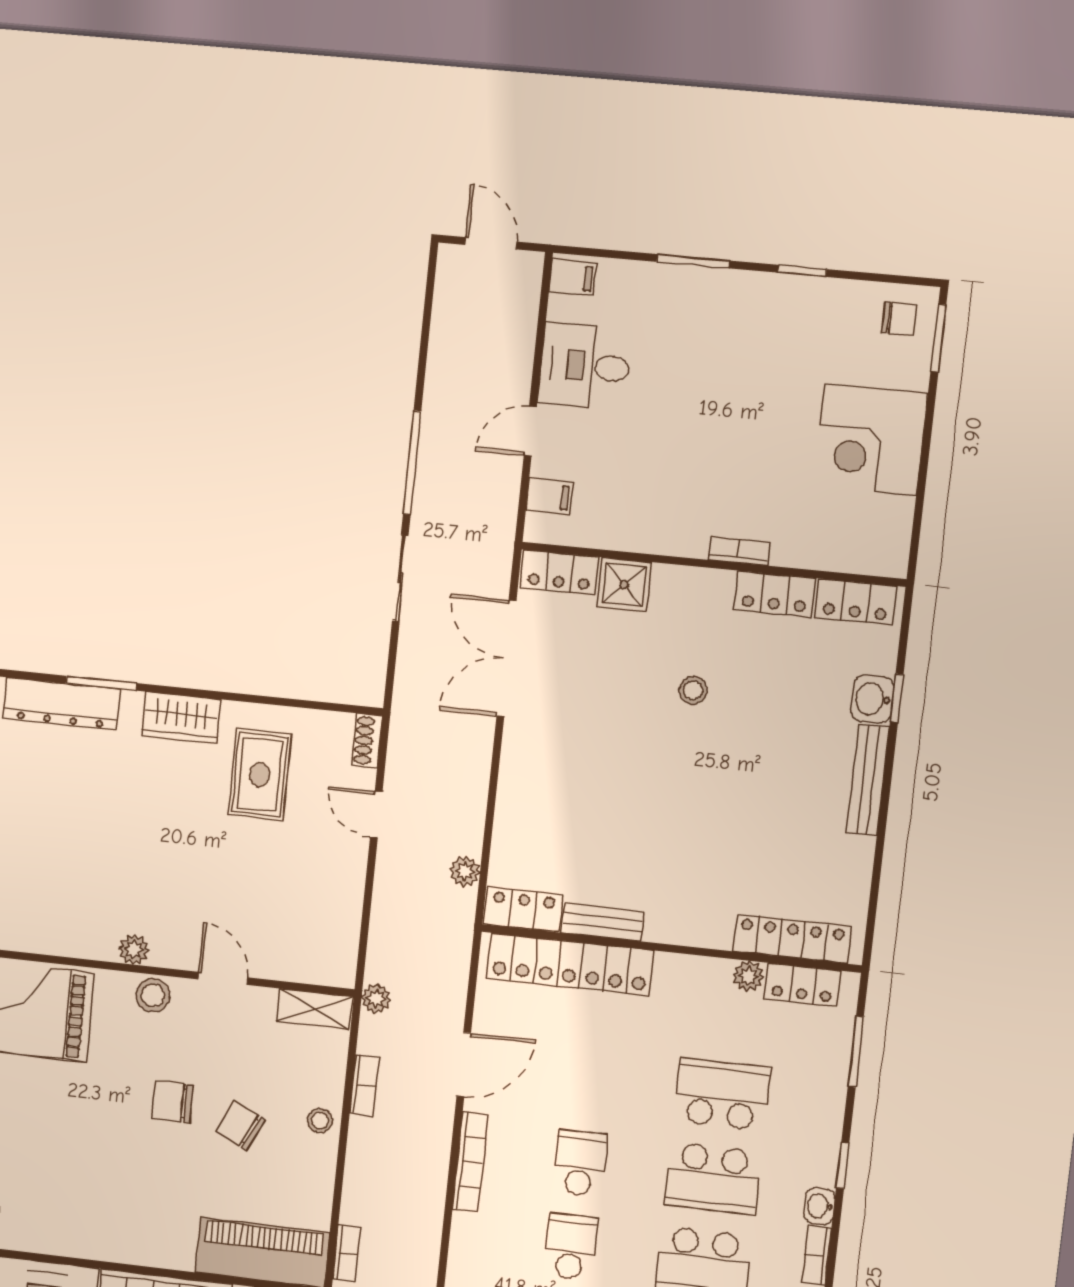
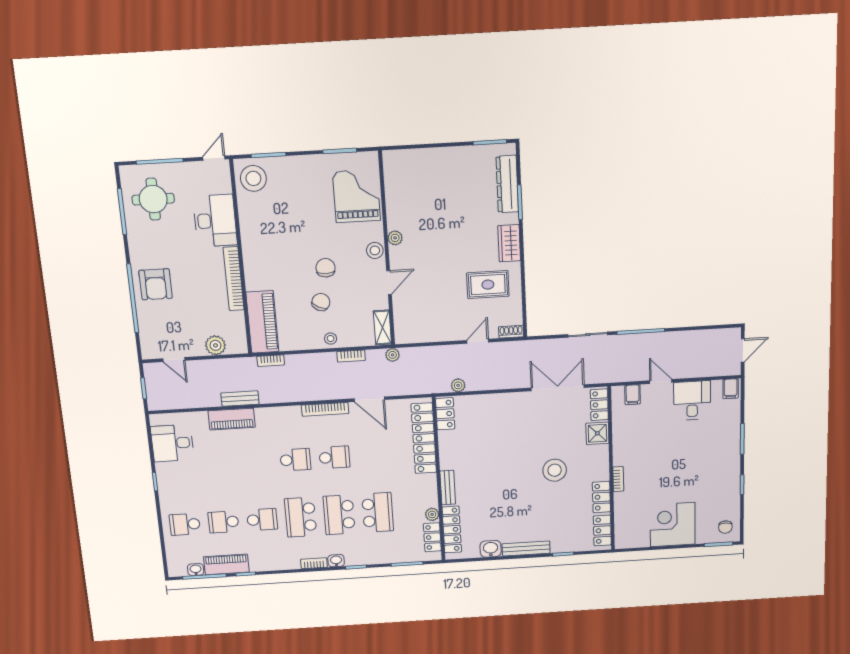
stool: (693, 690) -> (555, 470), width x1.89, depth x1.89
washbasin: (872, 699) -> (491, 549), moved
bench: (603, 922) -> (448, 487), moved

